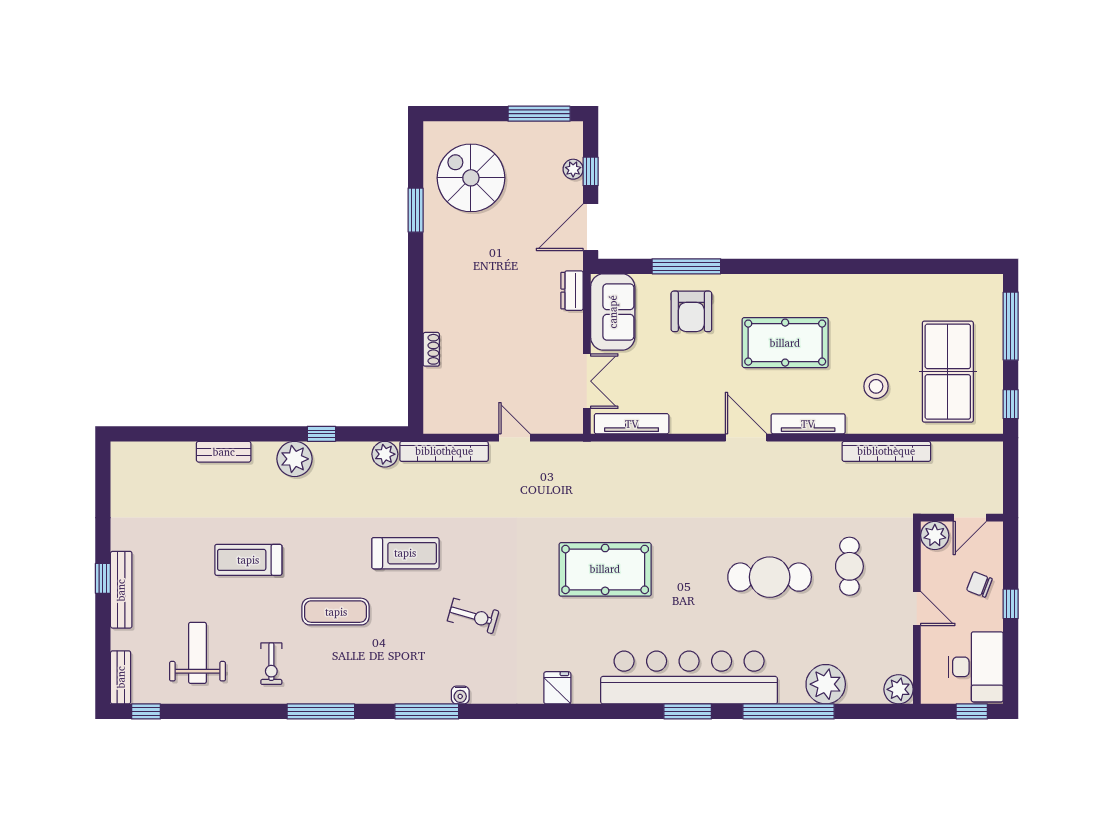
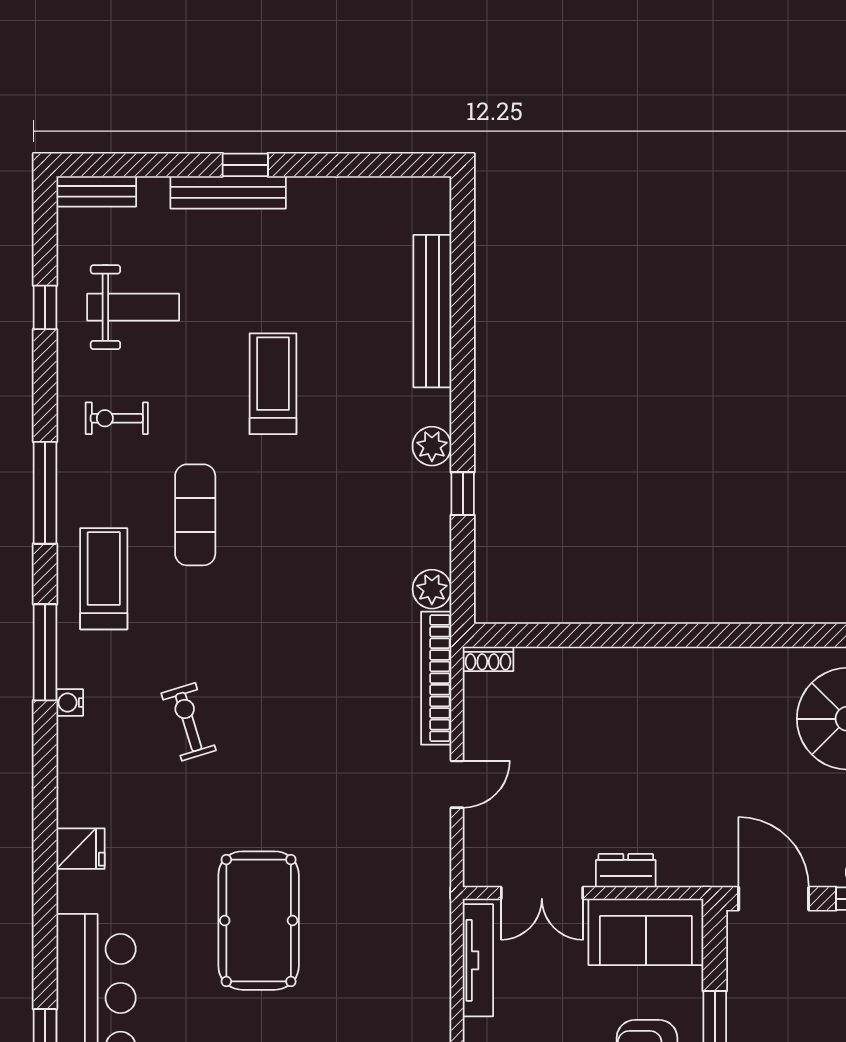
window: (416, 210) -> (799, 635), removed
dresser: (572, 291) -> (626, 871), moved
shoe rack: (431, 349) -> (488, 659), moved
bench: (224, 452) -> (432, 311), width x1.86, depth x1.21
plant: (295, 459) -> (432, 446), width x0.73, depth x0.73
treadmill: (405, 553) -> (104, 579), moved, turned 180
exercise bike: (473, 616) -> (189, 722), turned 147
window: (146, 711) -> (45, 307), moved

